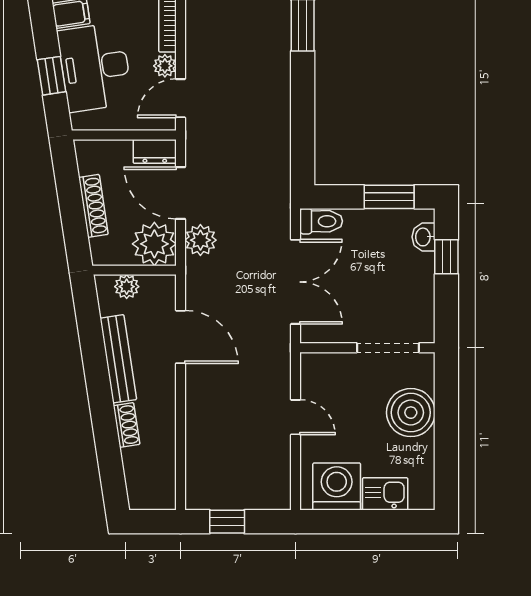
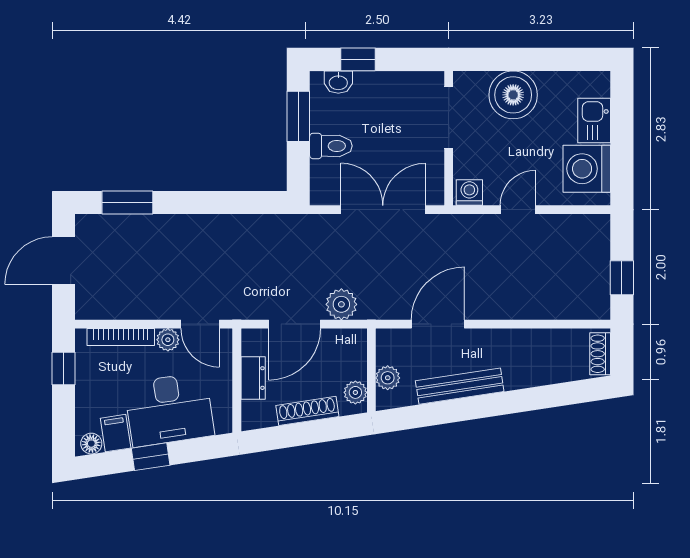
window: (52, 76) -> (151, 457), moved
dresser: (155, 151) -> (253, 378), moved
toilet: (321, 221) -> (331, 146), moved, turned 90
plant: (154, 244) -> (355, 392), moved, width x0.53, depth x0.53
washing machine: (313, 369) -> (469, 192), added
shoe rack: (127, 425) -> (600, 354), moved, turned -81

